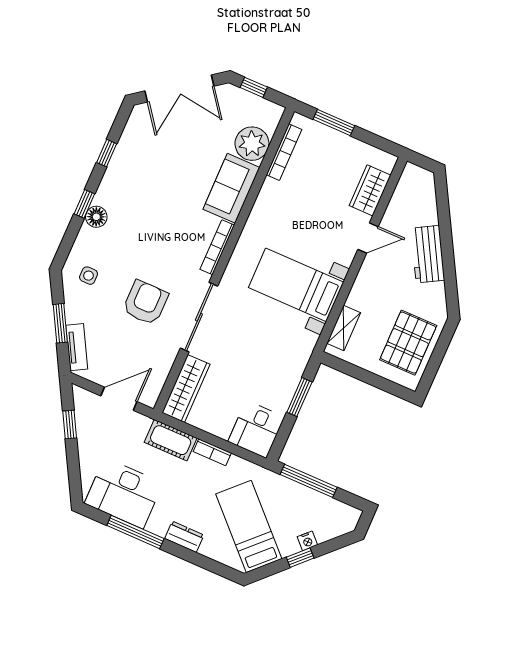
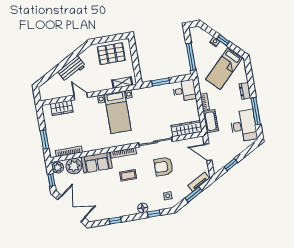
plant: (269, 113) -> (58, 167), added
window: (84, 204) -> (154, 214), moved
coffee table: (172, 229) -> (128, 175), added

